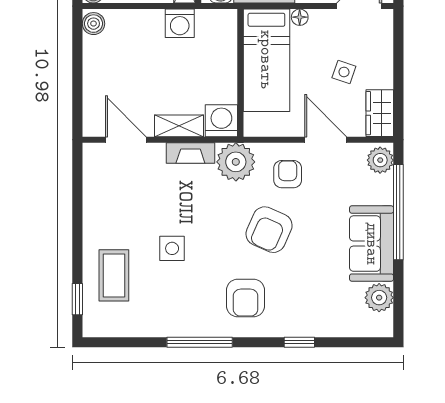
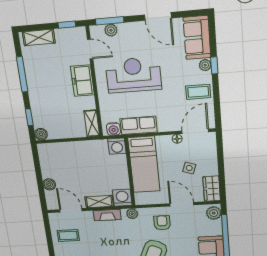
floor lamp: (300, 17) -> (177, 139), moved
washing machine: (180, 23) -> (117, 146), moved
boiler: (94, 24) -> (49, 184), moved
plant: (236, 162) -> (132, 214), width x0.53, depth x0.53
coffee table: (114, 190) -> (68, 236), added

